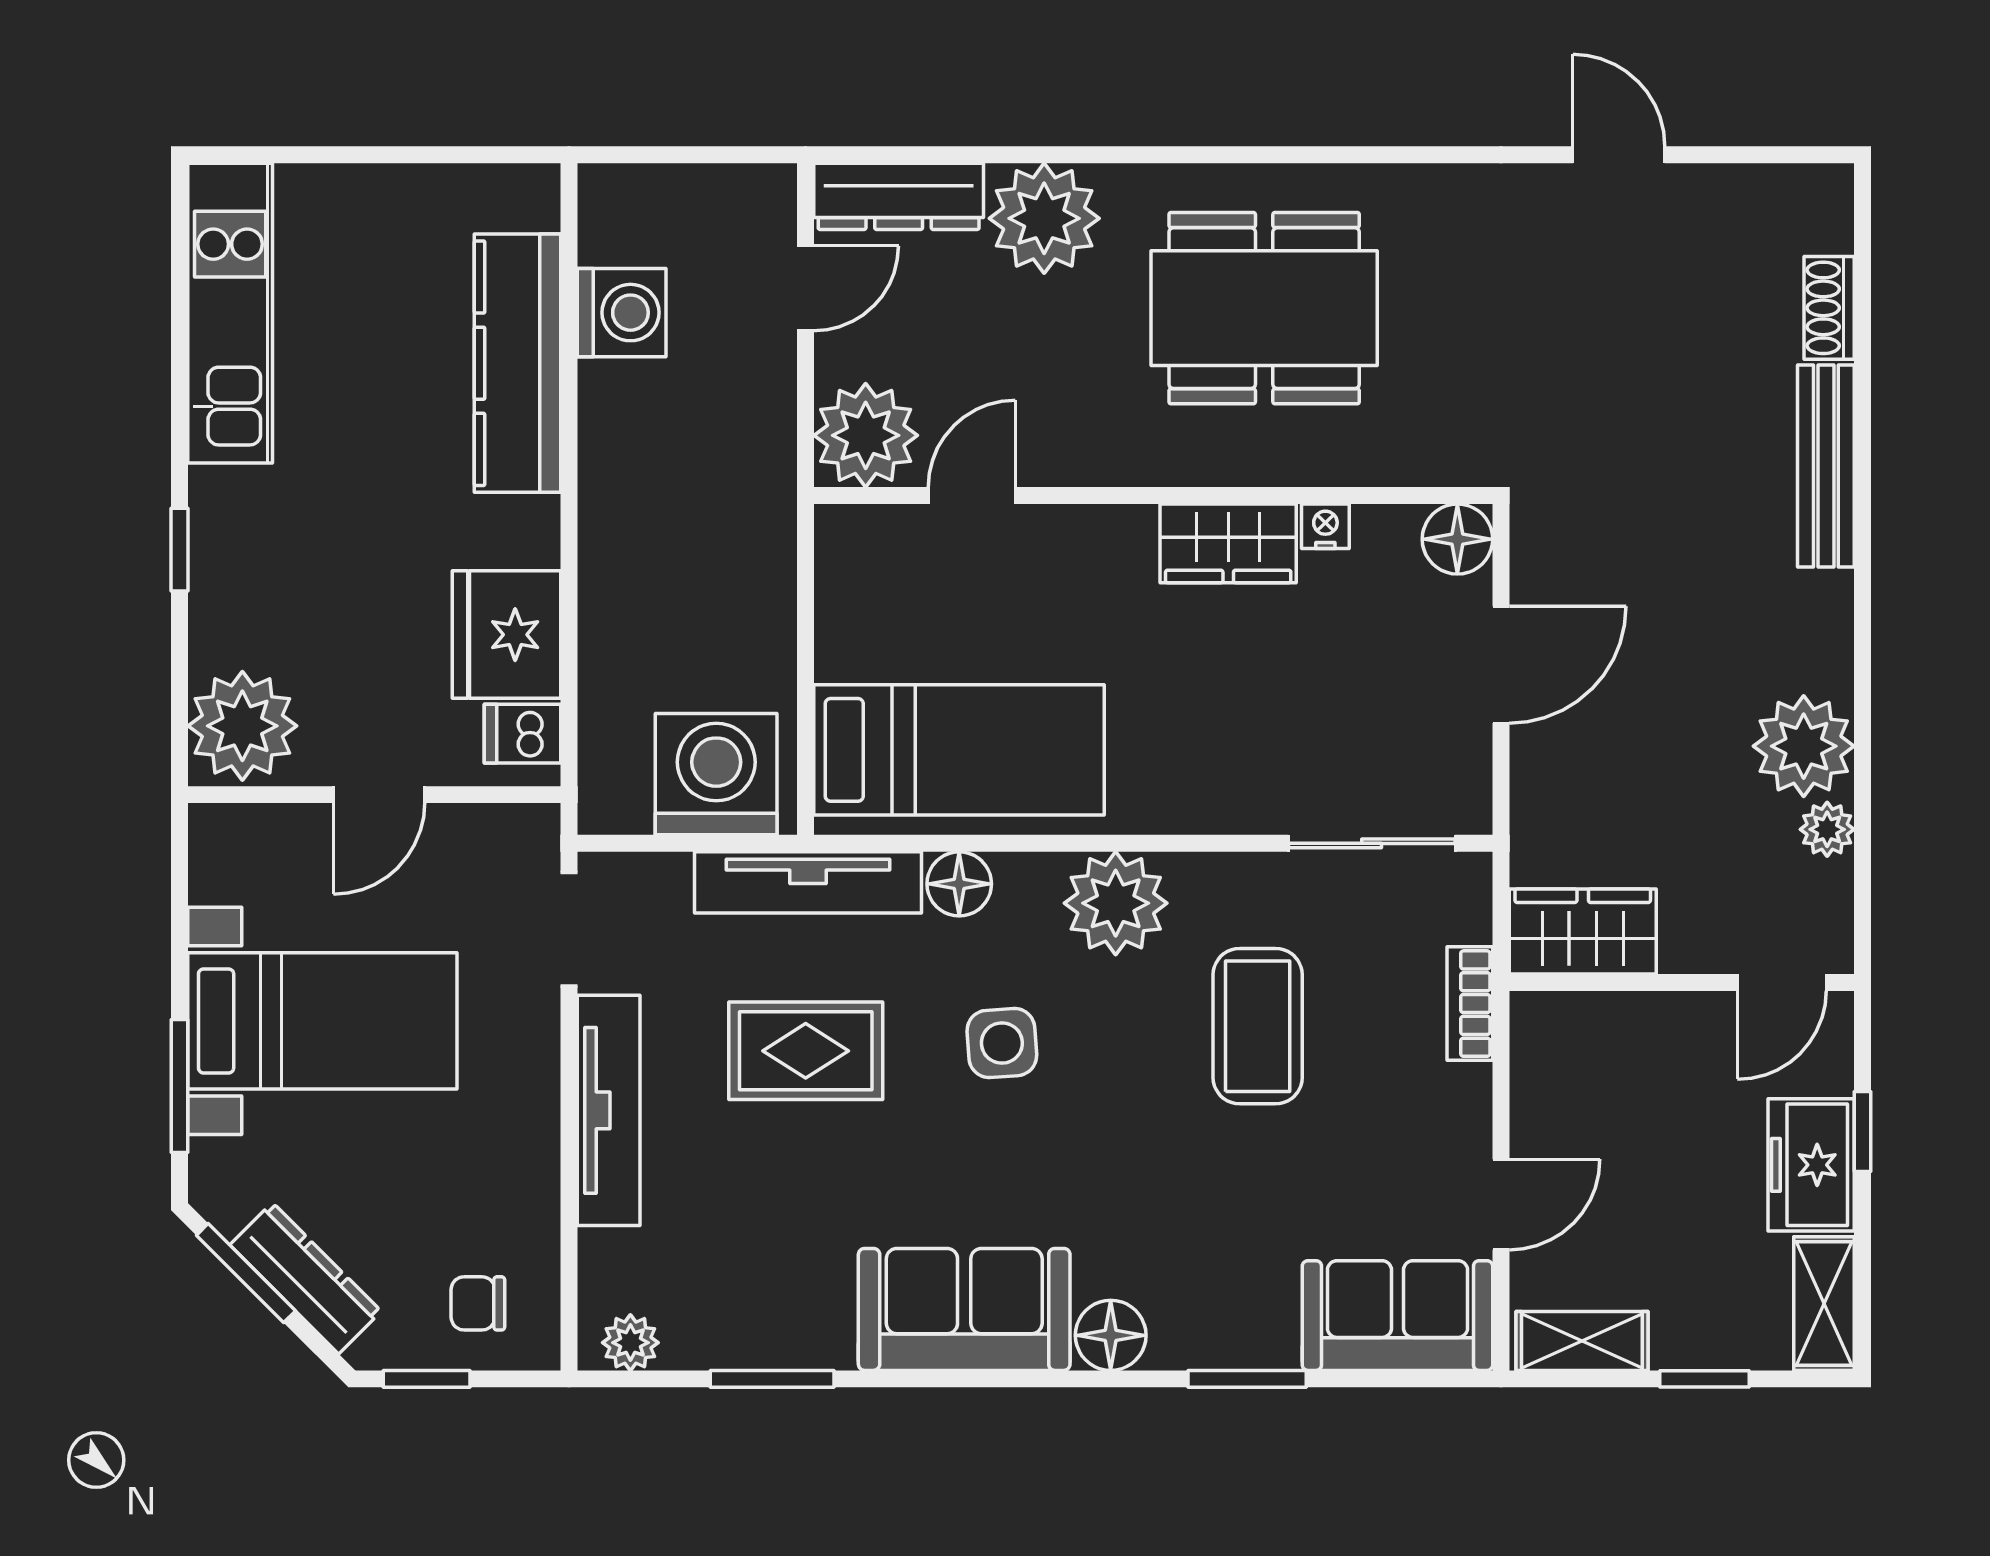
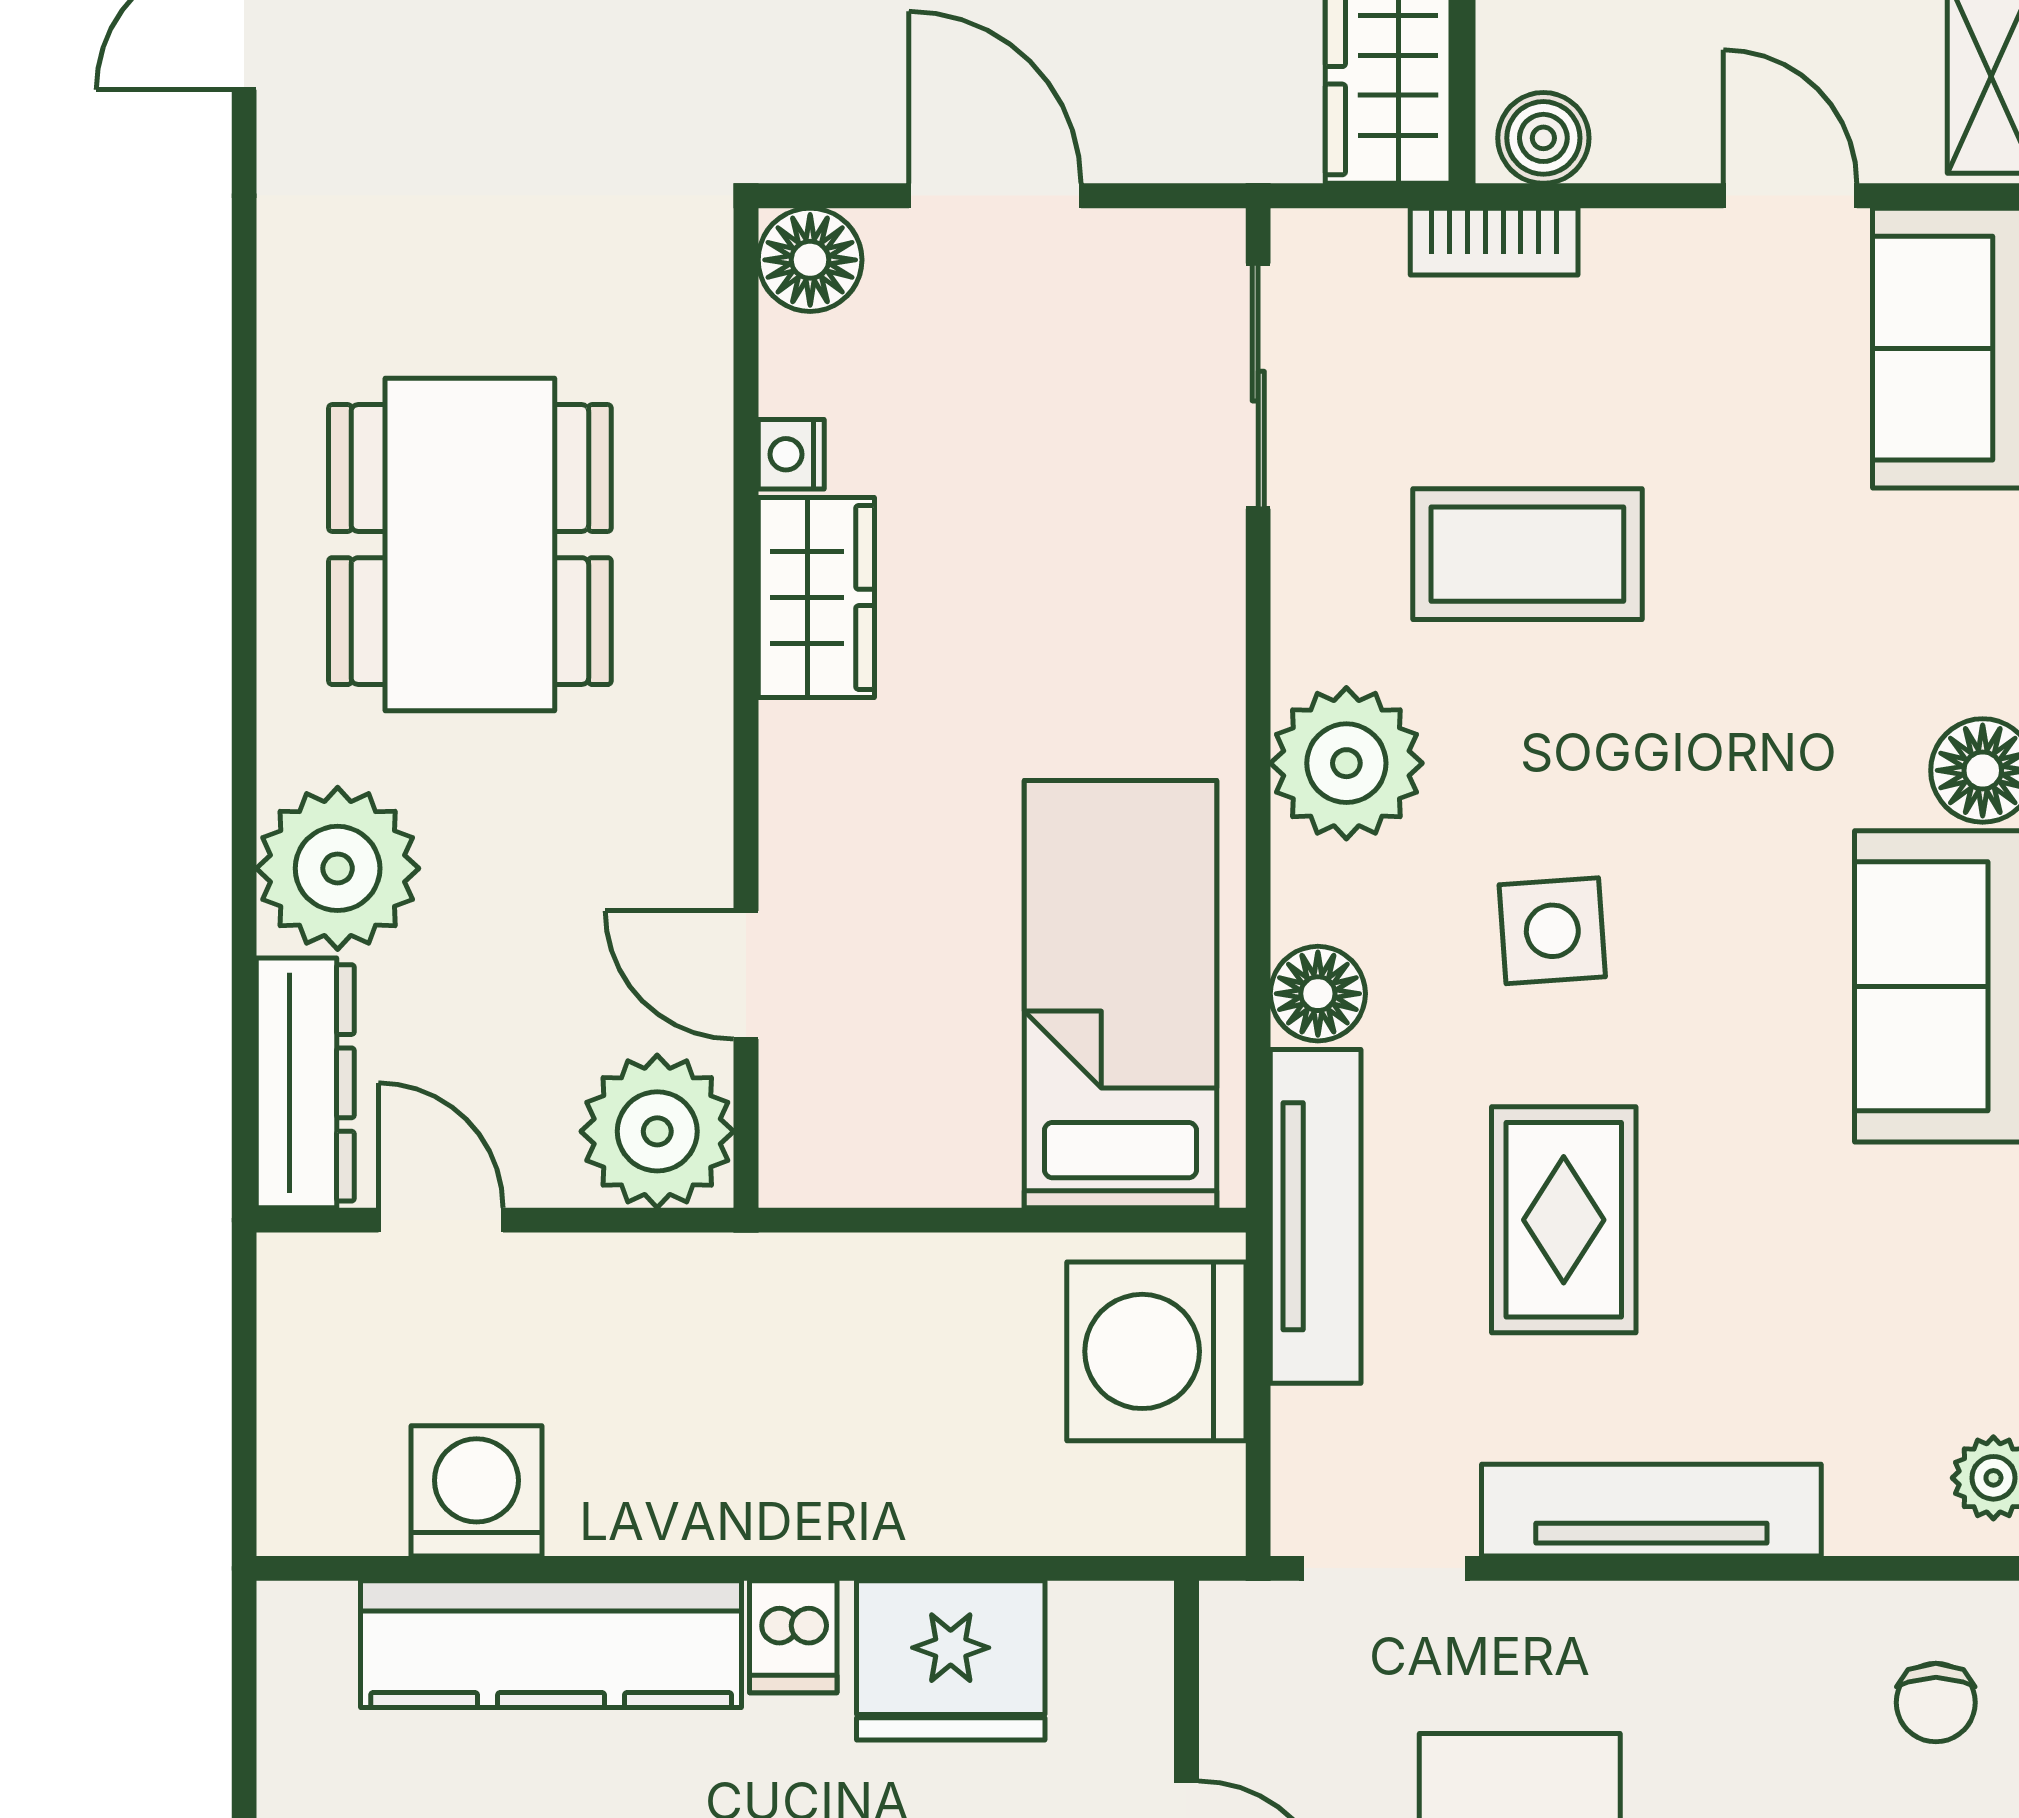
dishwasher: (522, 734) -> (793, 1637), moved
boiler: (1540, 1037) -> (1543, 138), added

